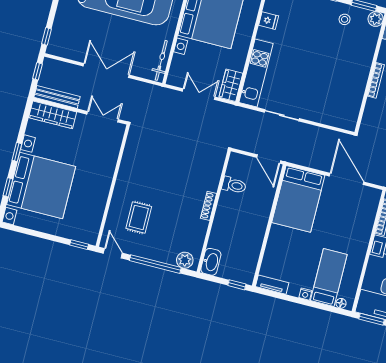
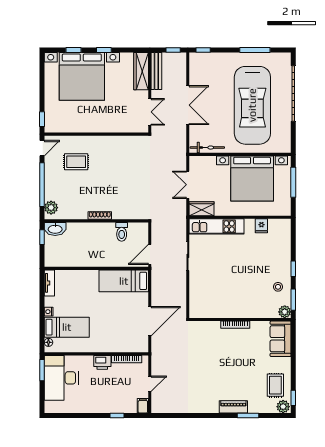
double door: (199, 94) -> (188, 185), swing flipped
bed: (298, 199) -> (124, 281), width x0.67
window: (237, 285) -> (42, 237), moved

